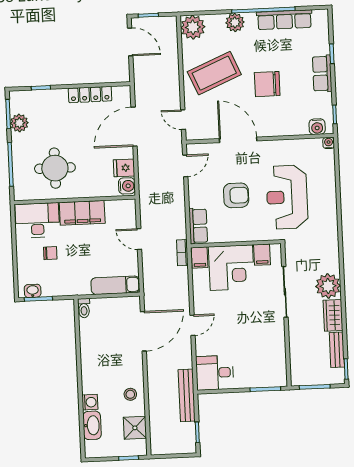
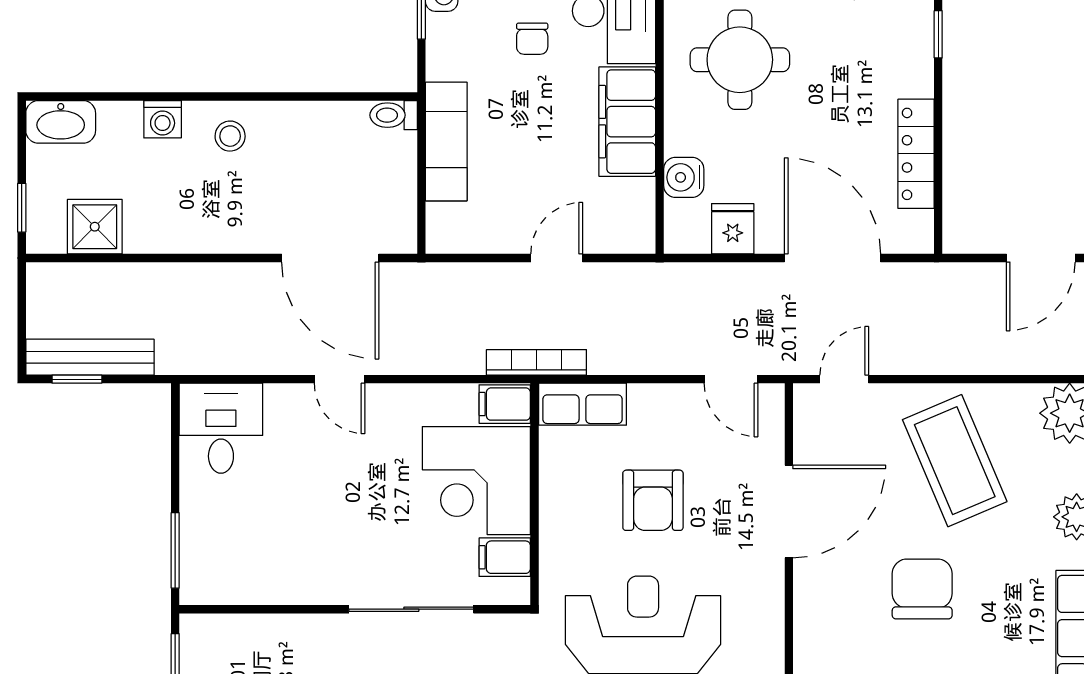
water cooler: (127, 186) -> (684, 177), moved, turned 90
bookcase: (182, 253) -> (536, 362), width x1.56
exam couch: (115, 285) -> (446, 141), moved
stool: (130, 394) -> (230, 136), moved
bench: (187, 395) -> (90, 357), moved
washbasin: (92, 425) -> (61, 122), moved

